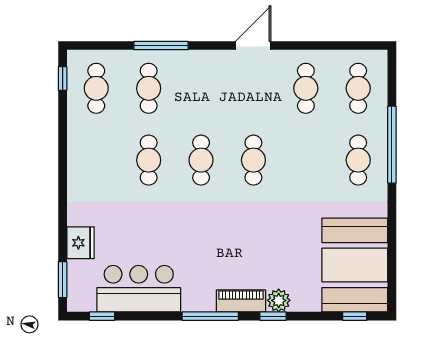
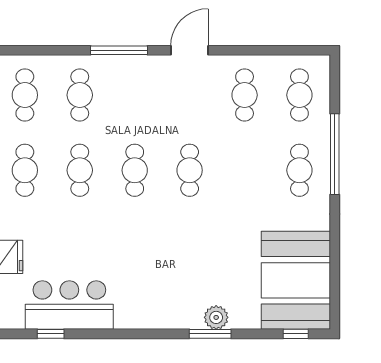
window: (161, 46) -> (119, 50), moved
cafe table: (96, 160) -> (25, 170), added
piano: (241, 301) -> (177, 318), removed
window: (102, 316) -> (51, 334), moved
window: (210, 316) -> (144, 334), removed
window: (273, 316) -> (210, 334), width x1.50

